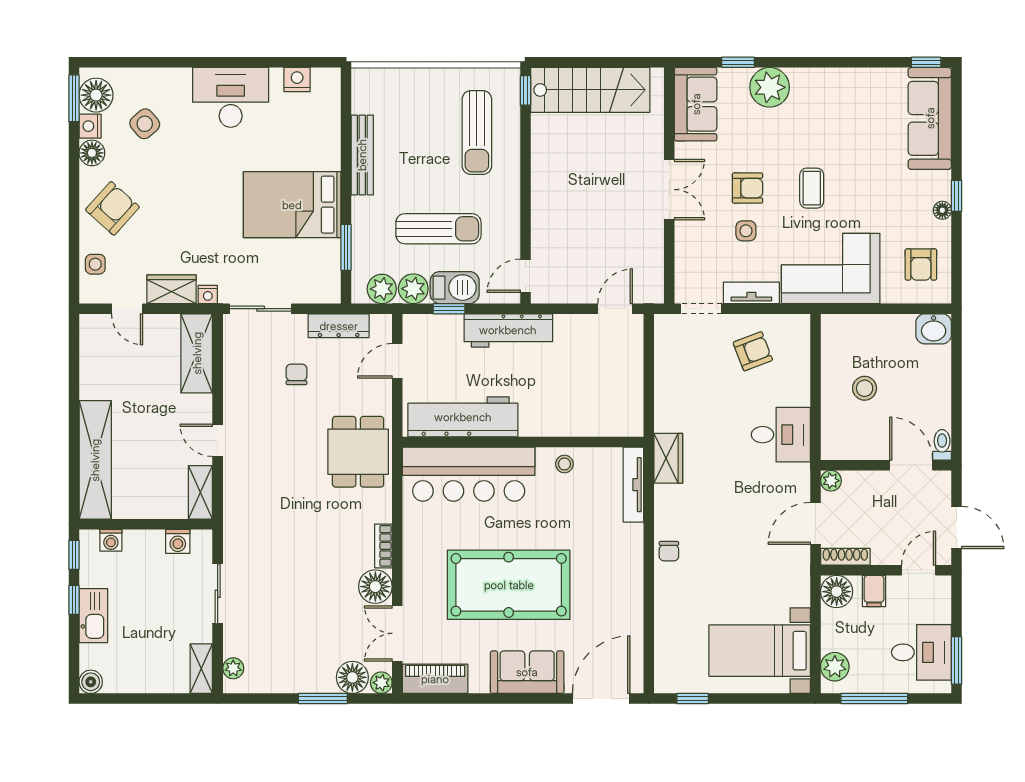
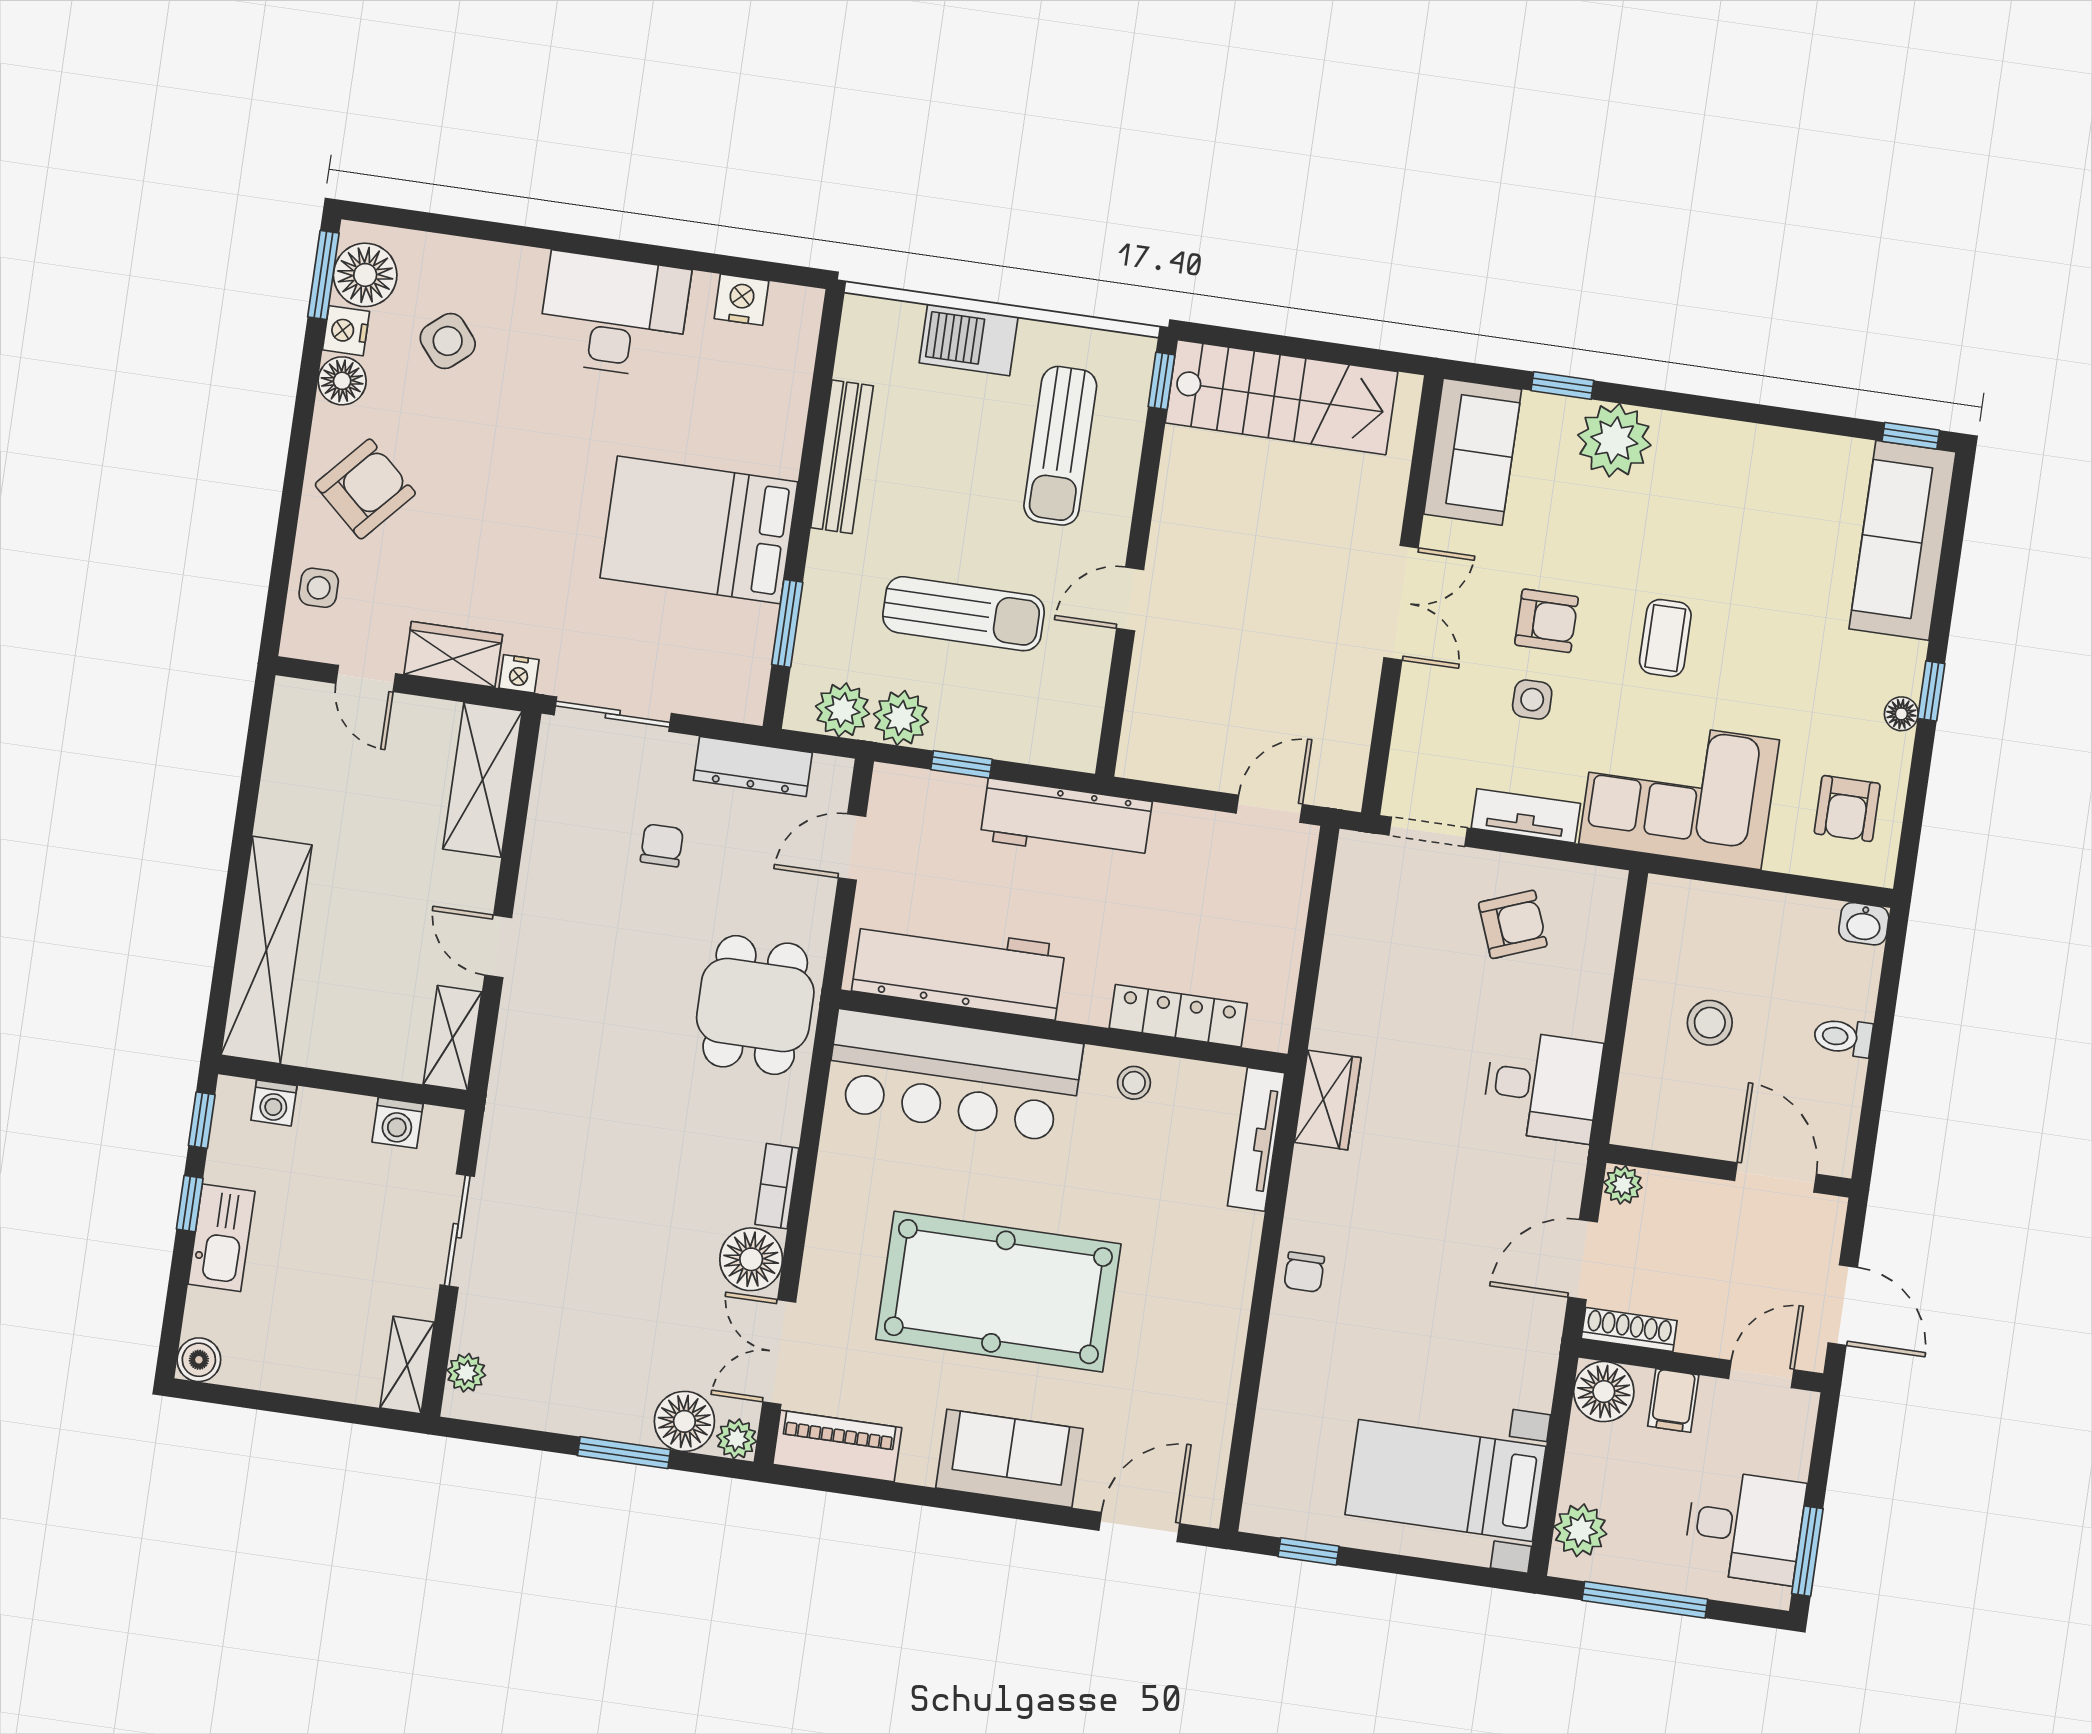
door: (525, 276) -> (1130, 599), moved
barbecue: (455, 288) -> (969, 340), moved, turned 180
washbasin: (934, 329) -> (1864, 924), width x0.72, depth x0.69
locker: (583, 425) -> (1178, 1016), added
toilet: (942, 445) -> (1843, 1037), moved, turned -90
door: (601, 699) -> (1139, 1527), width x0.73

